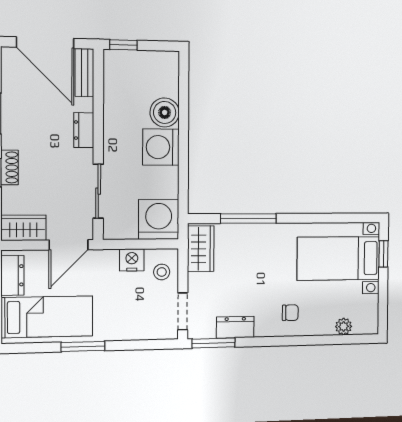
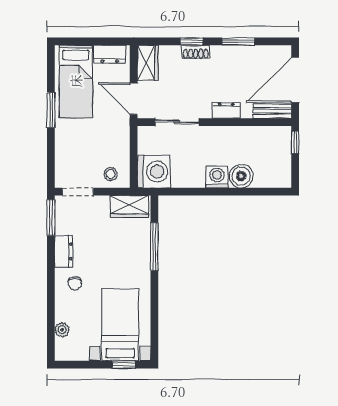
washing machine: (161, 147) -> (217, 177), width x0.73, depth x0.73
nightstand: (132, 260) -> (121, 150), removed
dresser: (235, 327) -> (64, 251), moved

